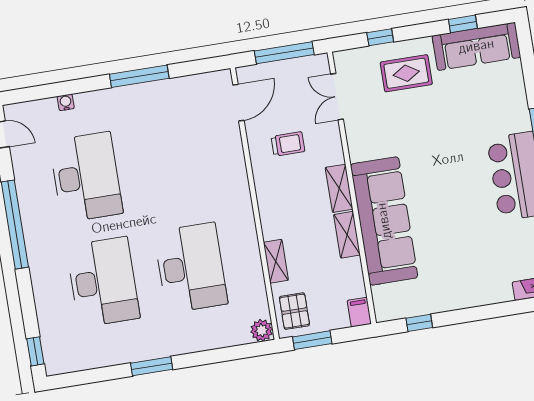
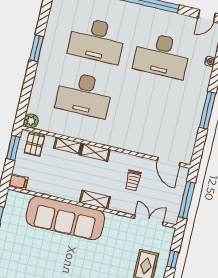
shelving: (347, 235) -> (95, 152), moved
pallet: (294, 311) -> (34, 144), turned 90

